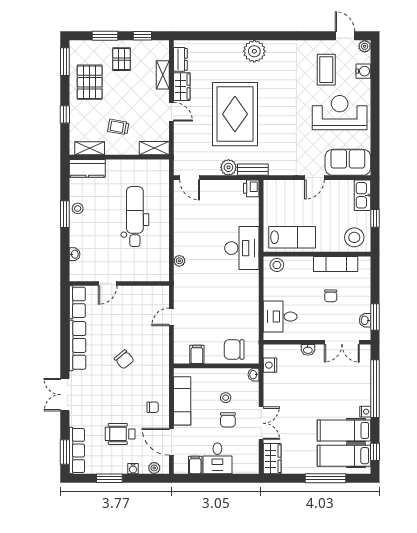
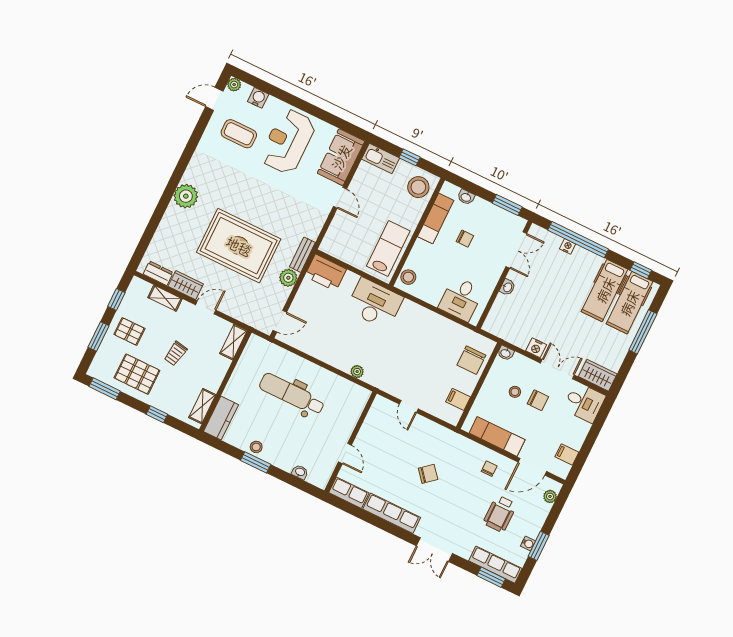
trolley: (118, 127) -> (176, 354), moved
printer: (251, 188) -> (326, 273), width x1.87, depth x1.48
washbasin: (365, 320) -> (466, 197), moved
nightstand: (270, 365) -> (536, 348), moved
nightstand: (365, 412) -> (568, 246), moved
desk: (217, 458) -> (584, 402), moved
water cooler: (133, 469) -> (528, 543), moved

